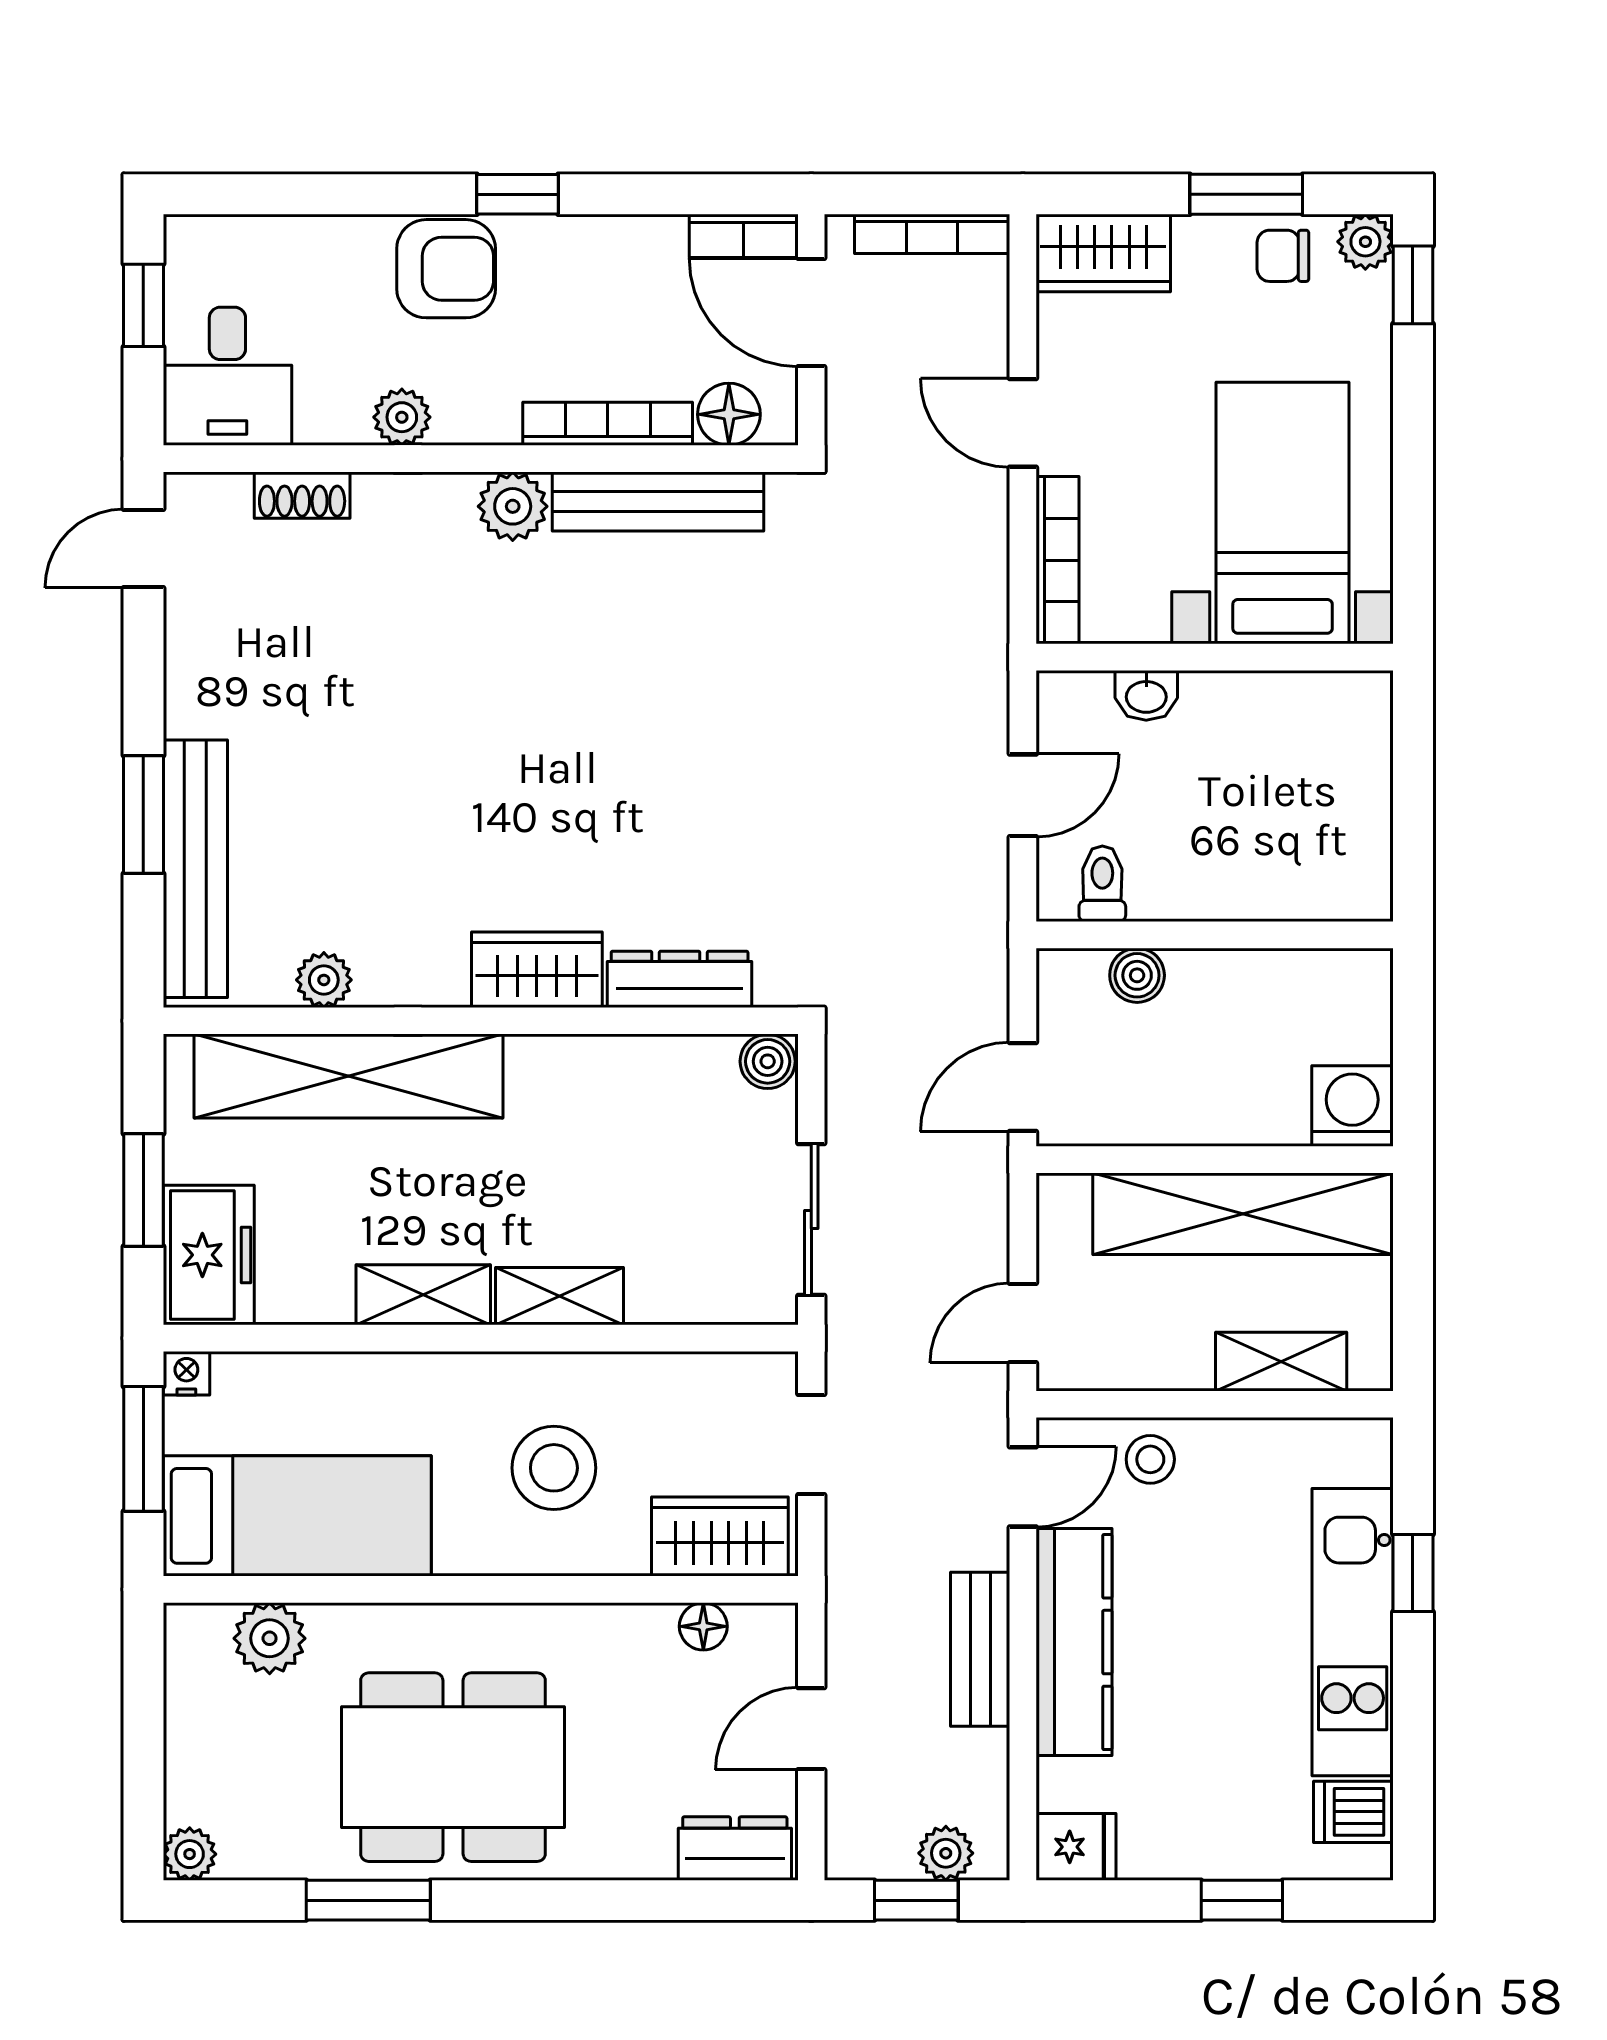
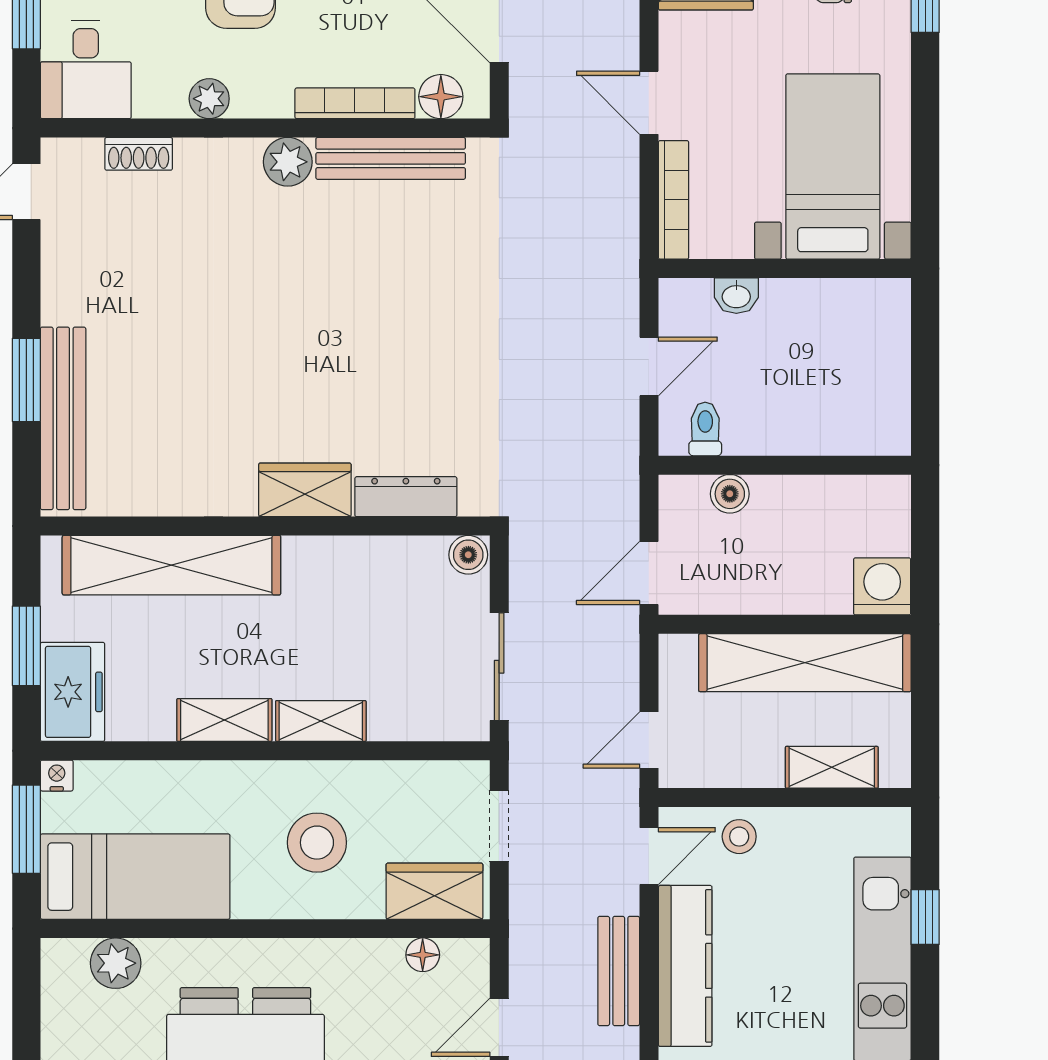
plant: (324, 980) -> (154, 497), removed

